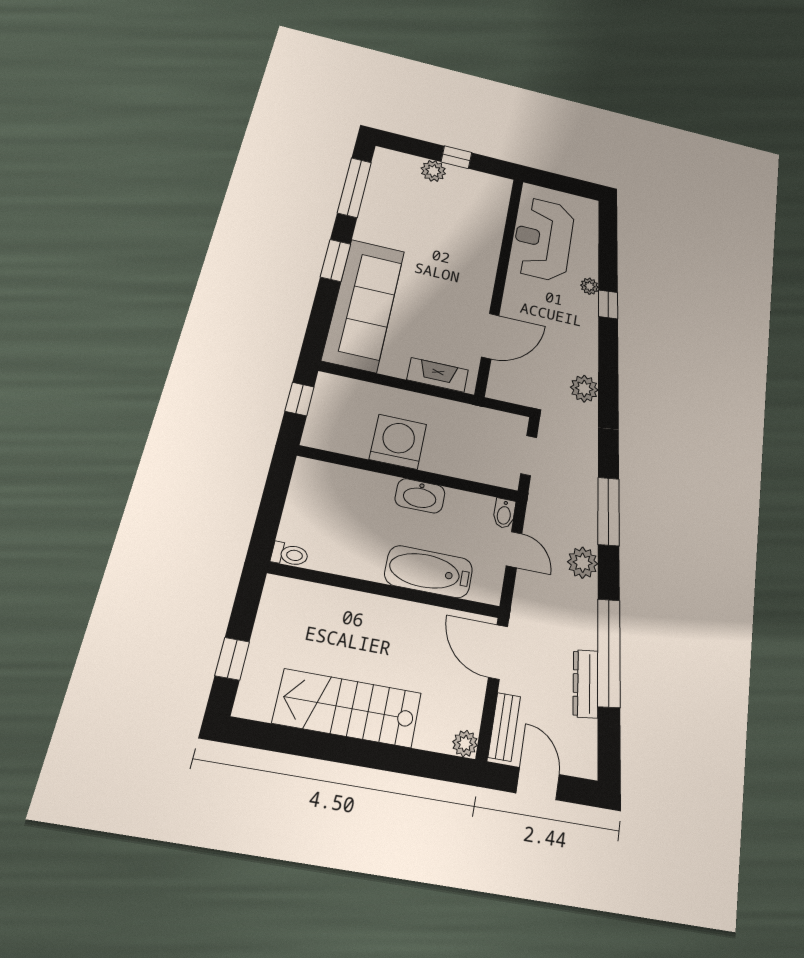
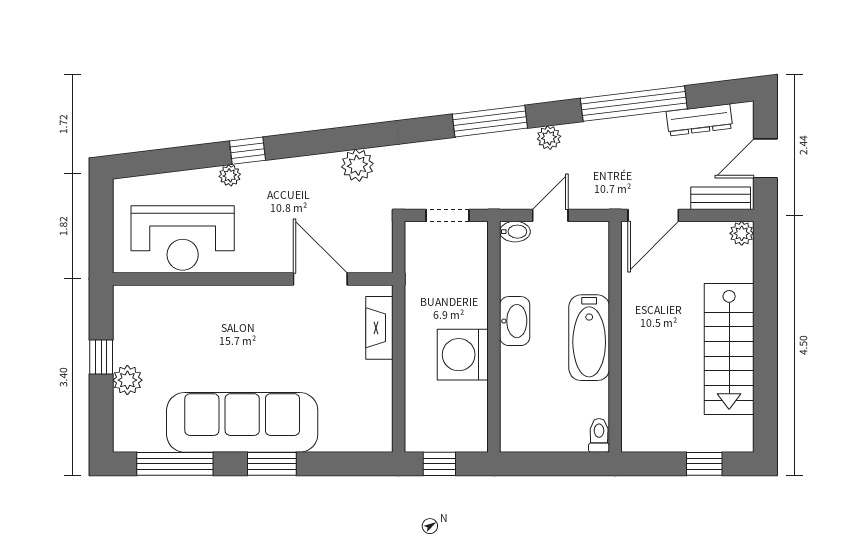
sofa: (364, 305) -> (242, 422), moved
plant: (583, 563) -> (549, 138), width x0.73, depth x0.73
bathtub: (429, 572) -> (589, 338), moved
dresser: (586, 684) -> (699, 120), moved

